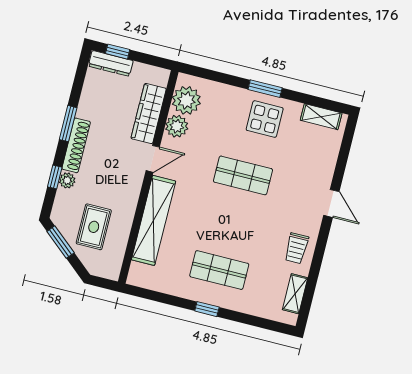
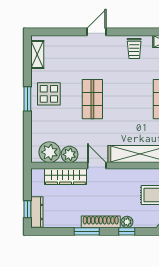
trolley: (297, 248) -> (134, 49), turned 90

